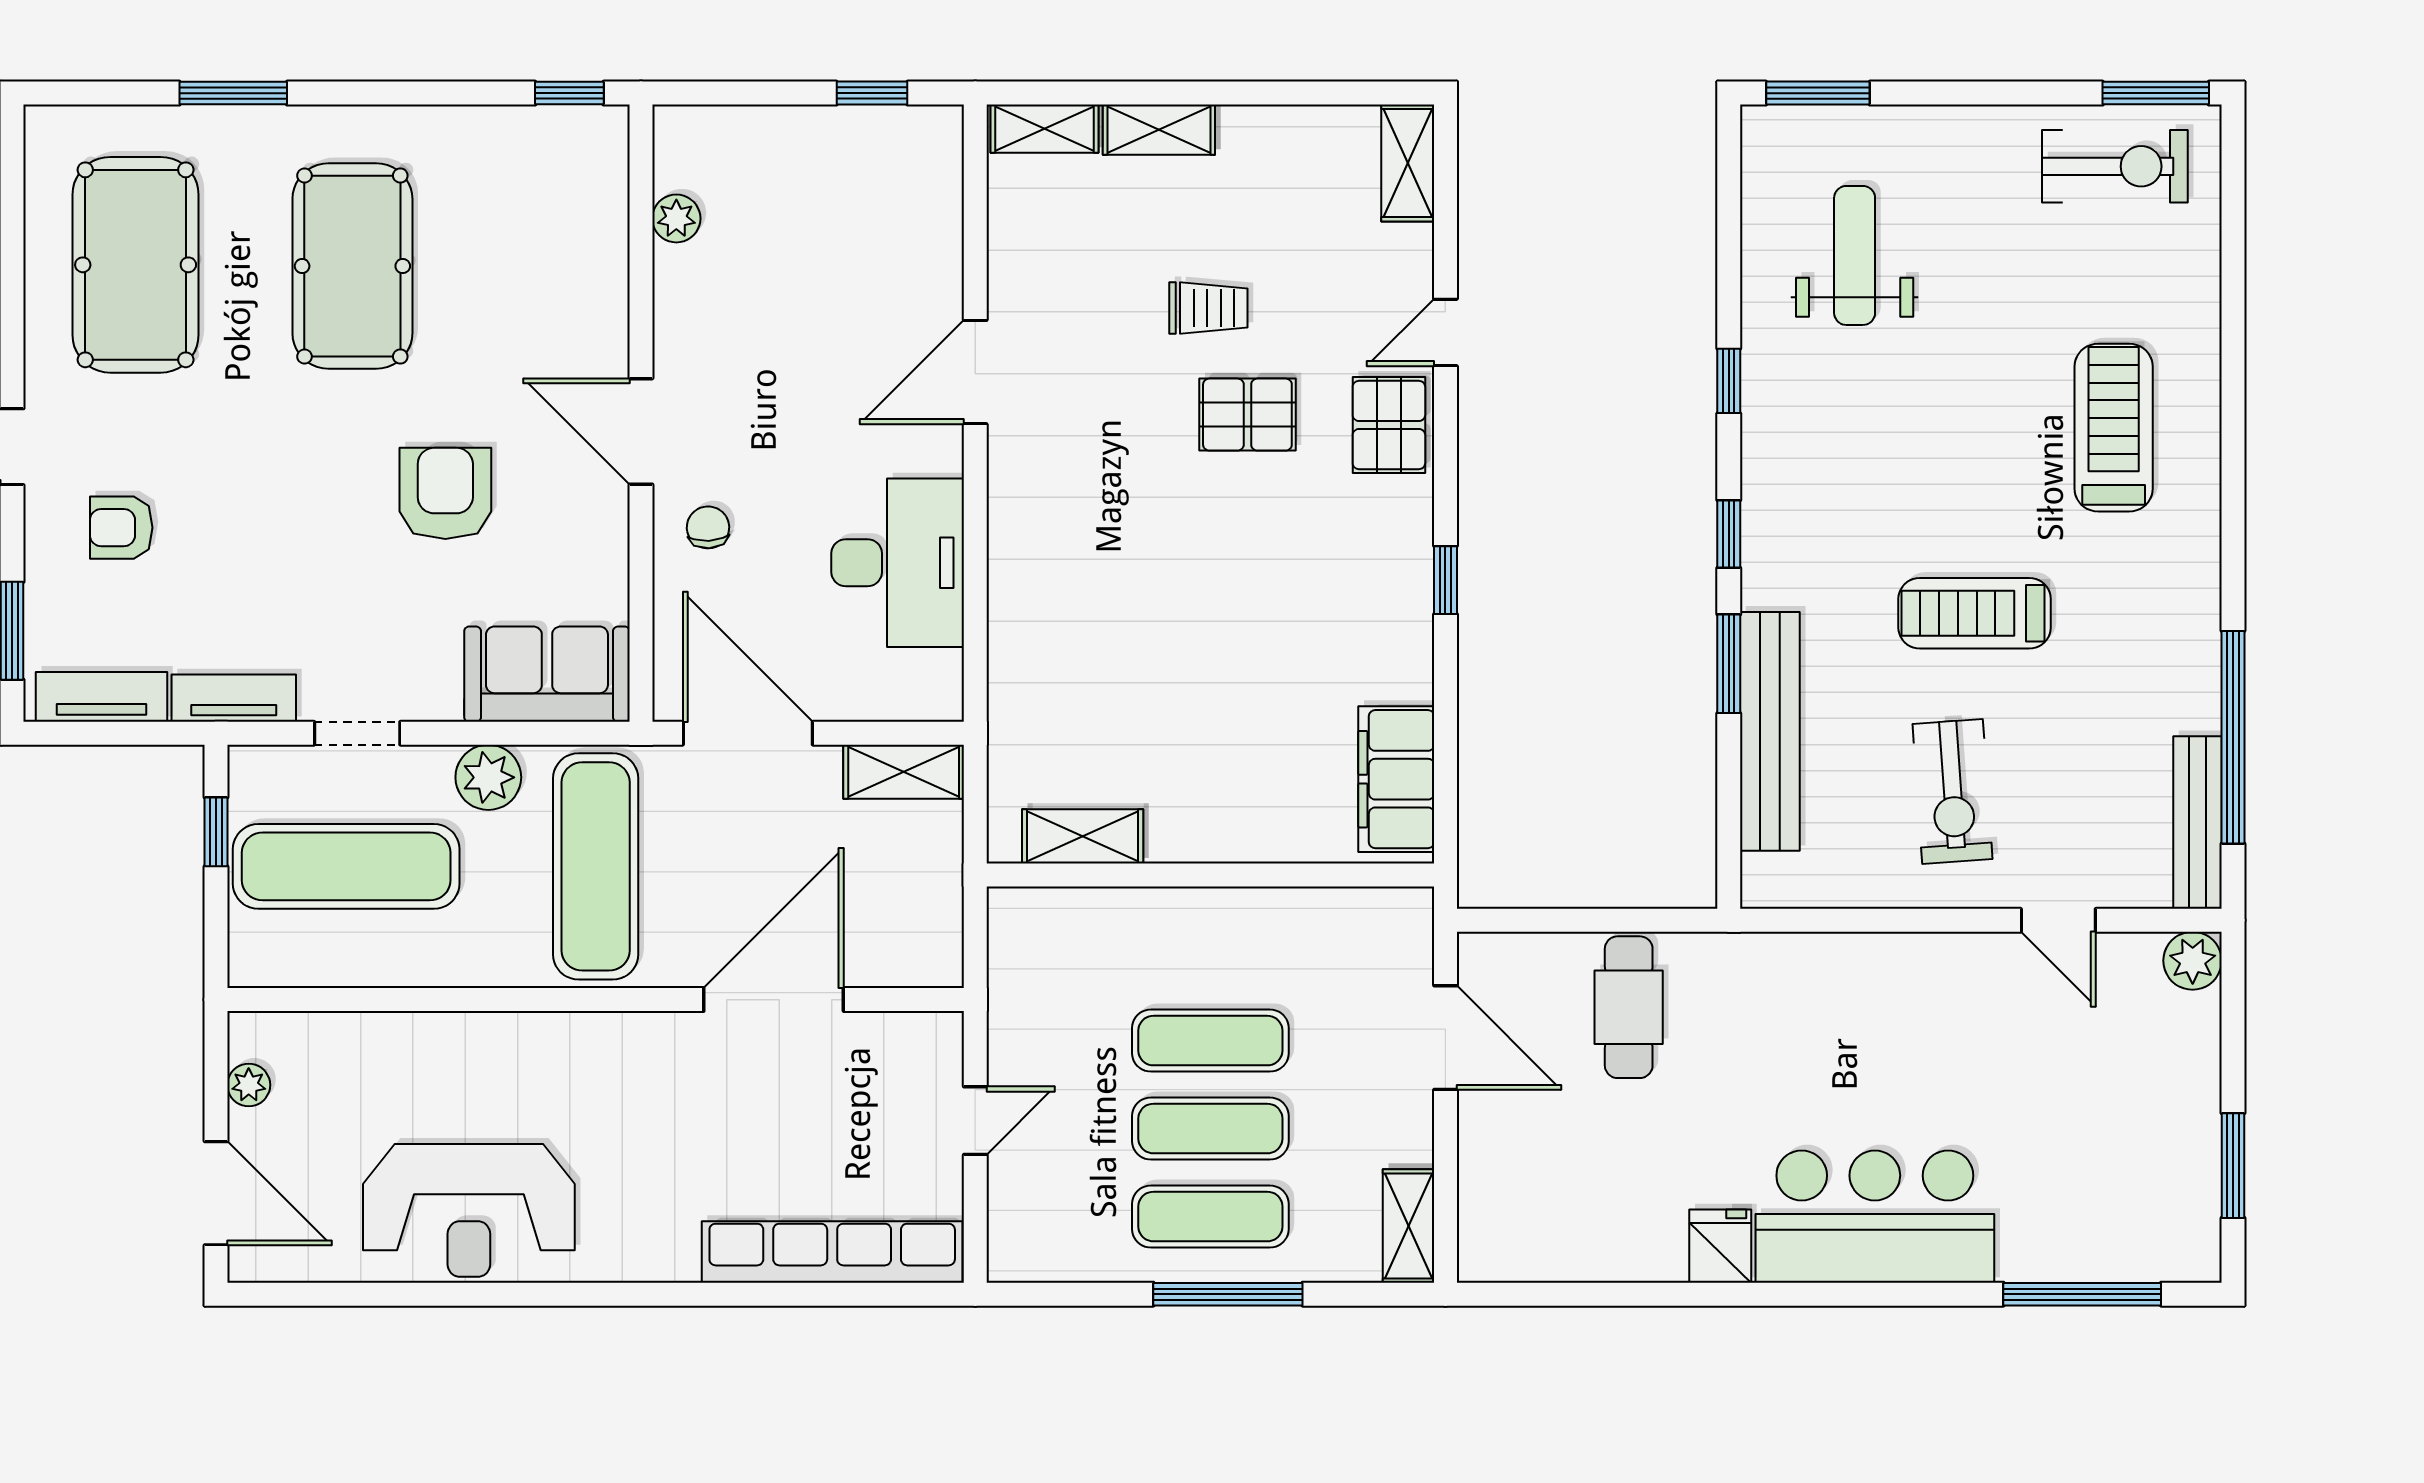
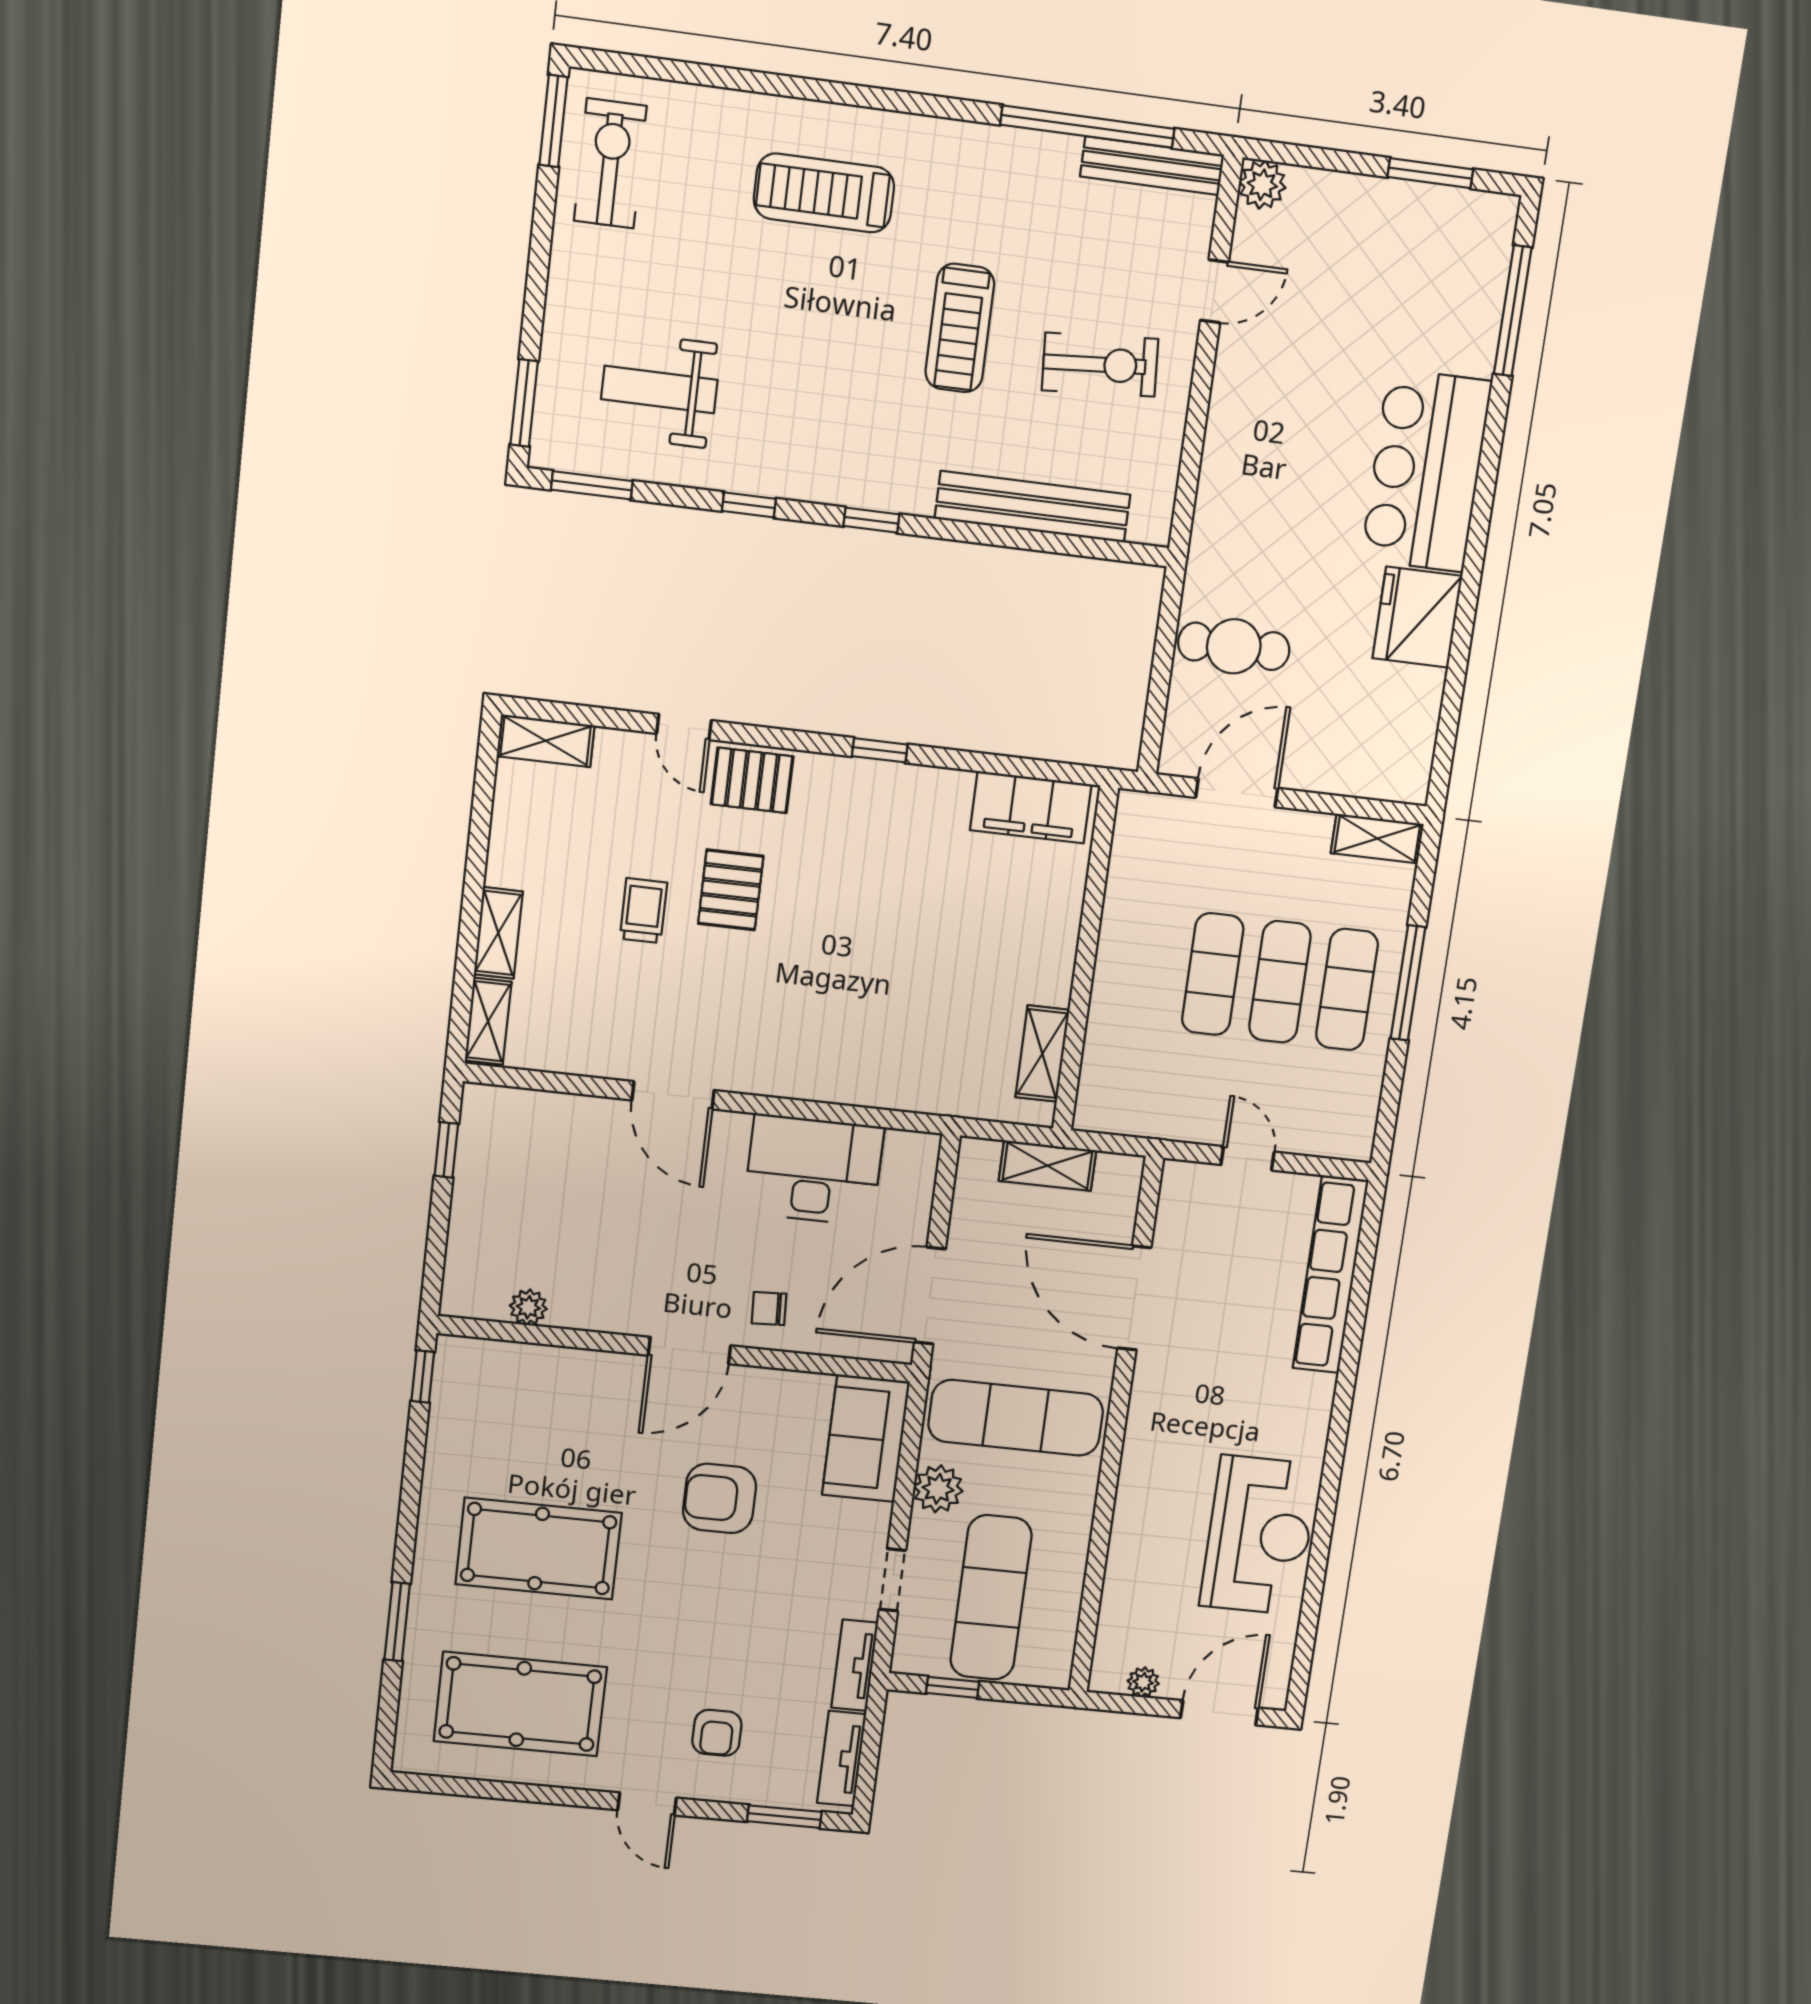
window: (1729, 664) -> (592, 485), moved
shelving: (904, 772) -> (1048, 1166), moved, turned 90
fridge: (1720, 1246) -> (1417, 617), width x1.88, depth x1.34

